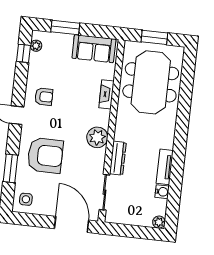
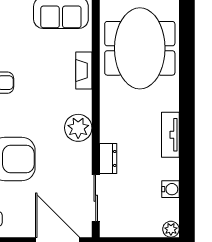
dresser: (118, 158) -> (108, 158), width x0.70
tv unit: (165, 167) -> (170, 135), moved

